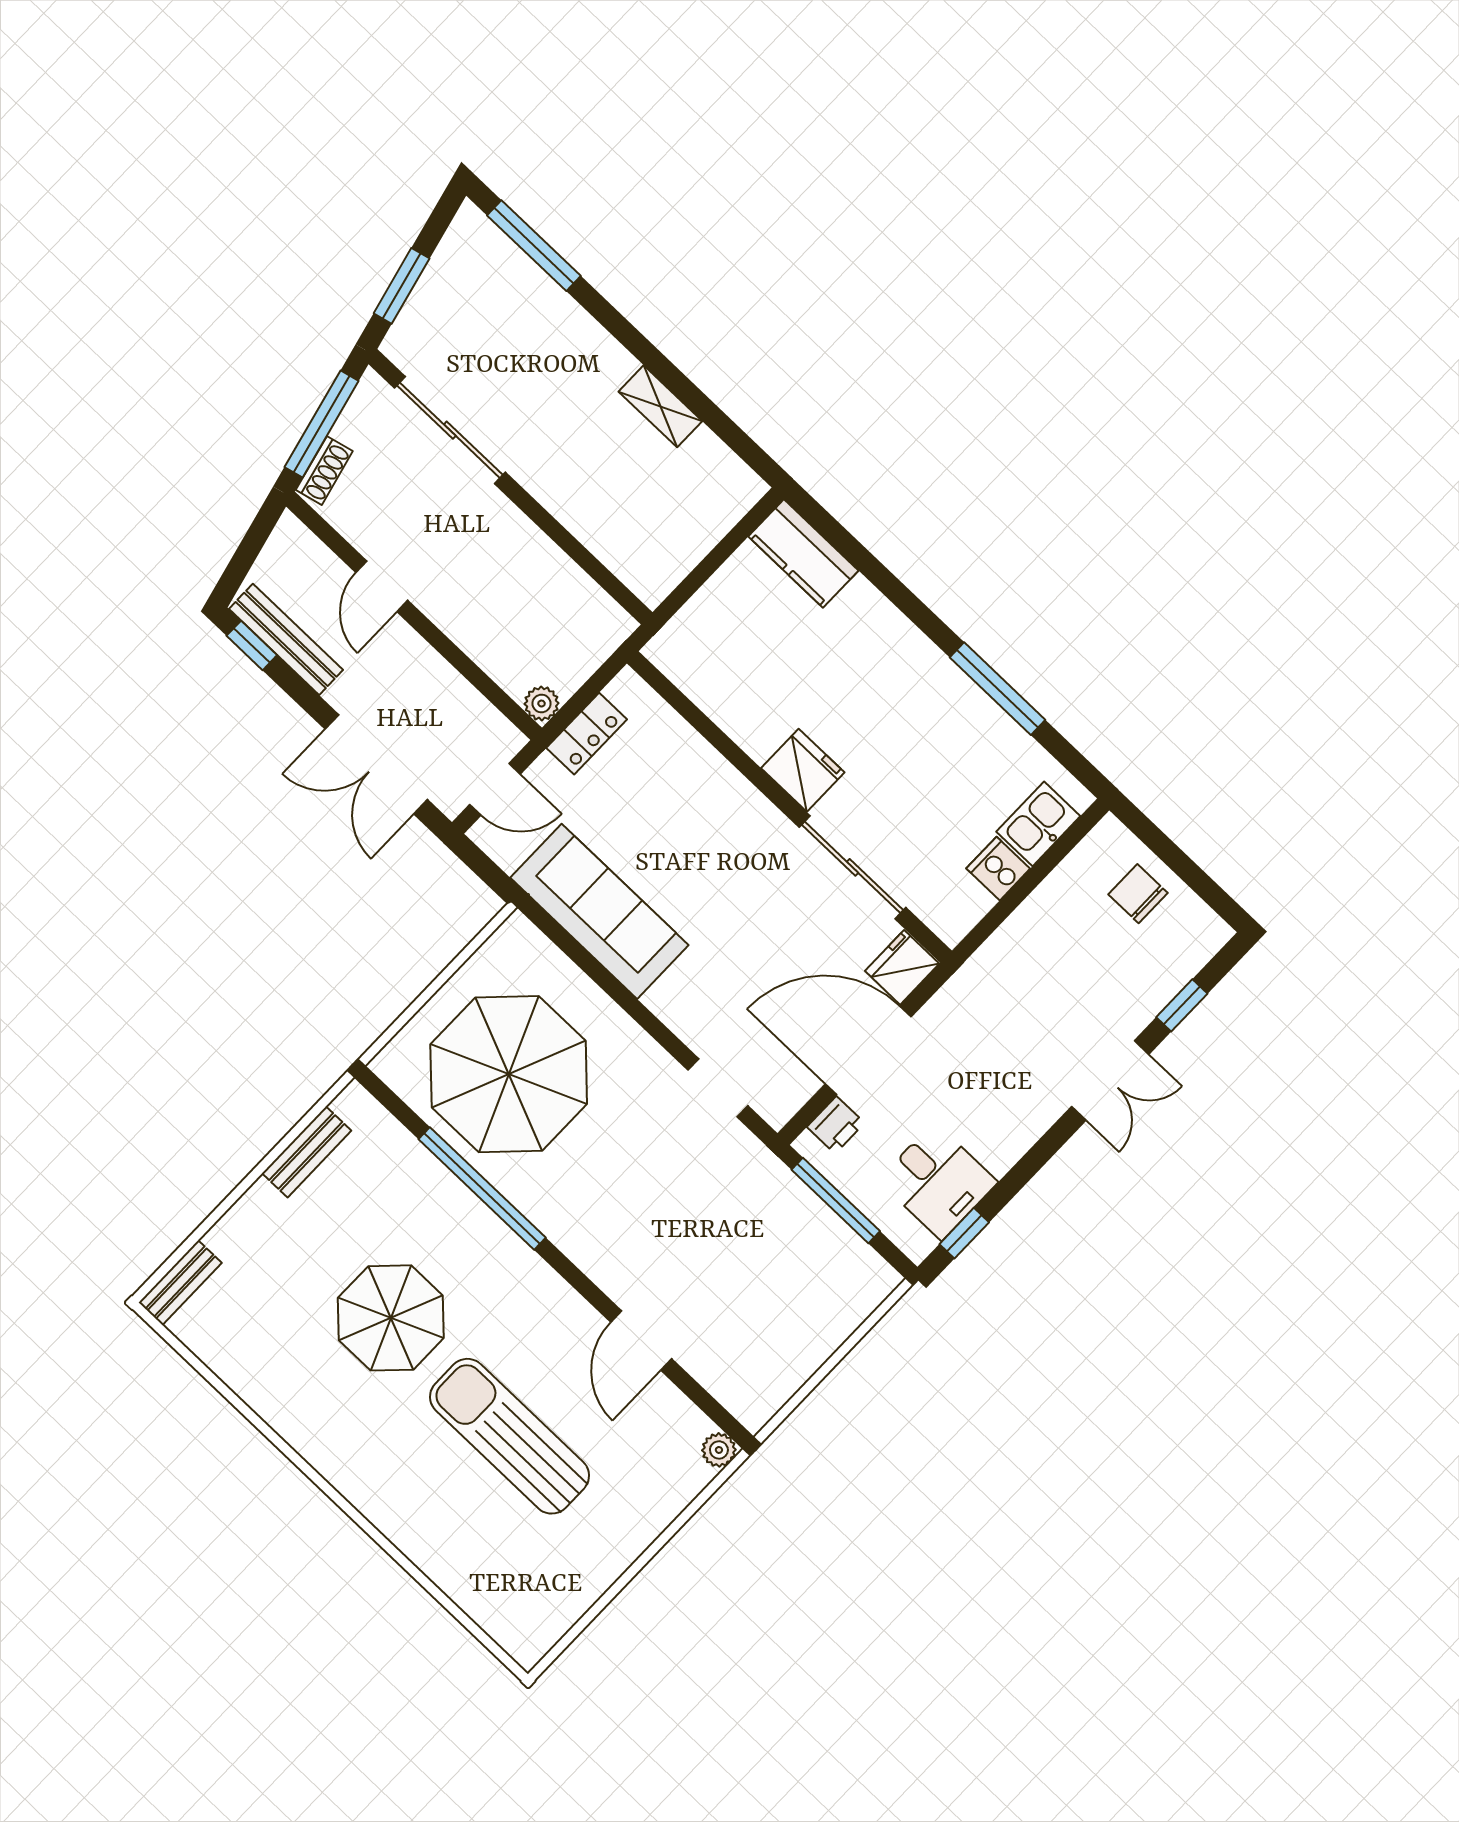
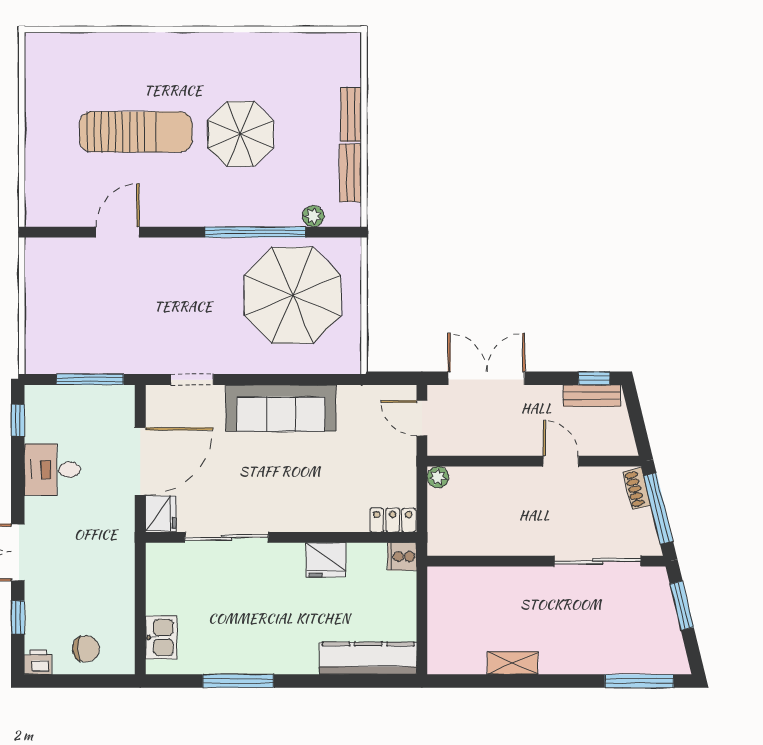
kitchen counter: (803, 554) -> (368, 658), width x1.50
bench: (286, 639) -> (592, 396), width x0.73
locker: (587, 734) -> (393, 520), moved, turned 90
fridge: (803, 770) -> (326, 560), moved
door: (495, 789) -> (422, 418), hinge flipped
cooker: (998, 869) -> (402, 557), moved, turned 180
sofa: (599, 911) -> (281, 408), moved
printer: (836, 1125) -> (38, 662), moved, turned 90
desk: (938, 1181) -> (52, 470), moved
bench: (180, 1283) -> (351, 115), moved
door: (641, 1340) -> (118, 232), hinge flipped
plant: (719, 1450) -> (313, 216), moved

